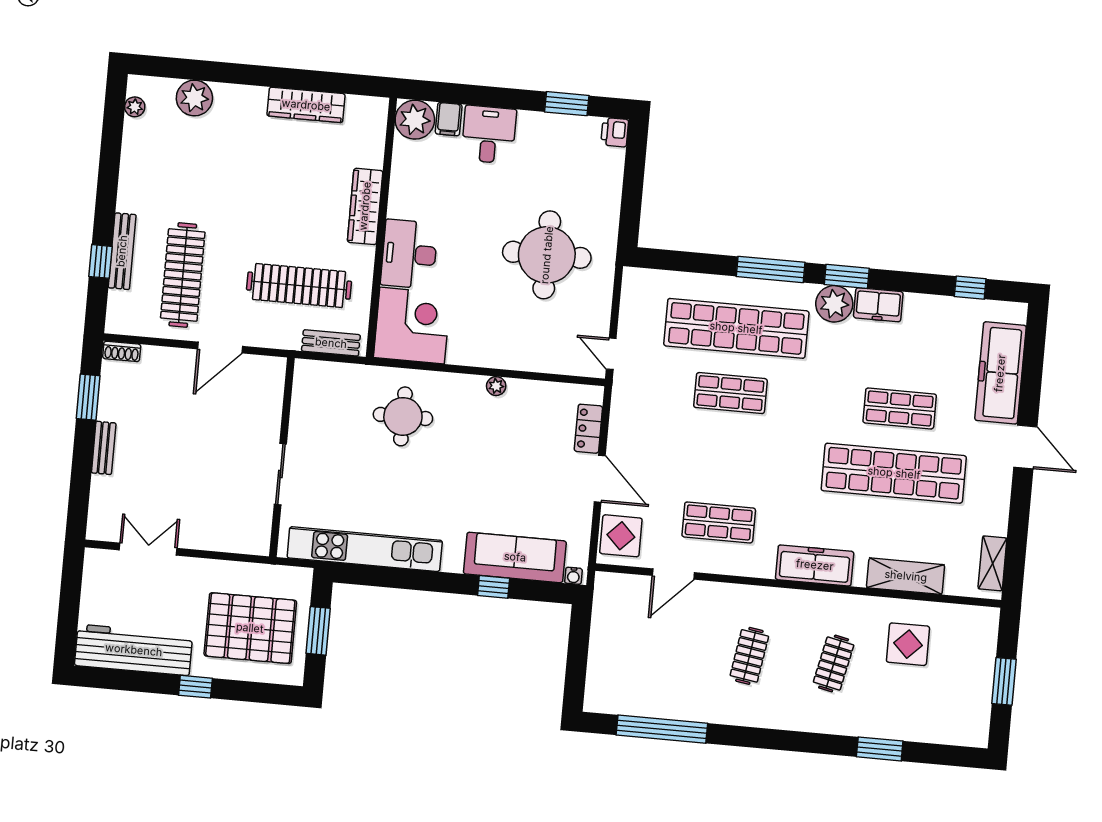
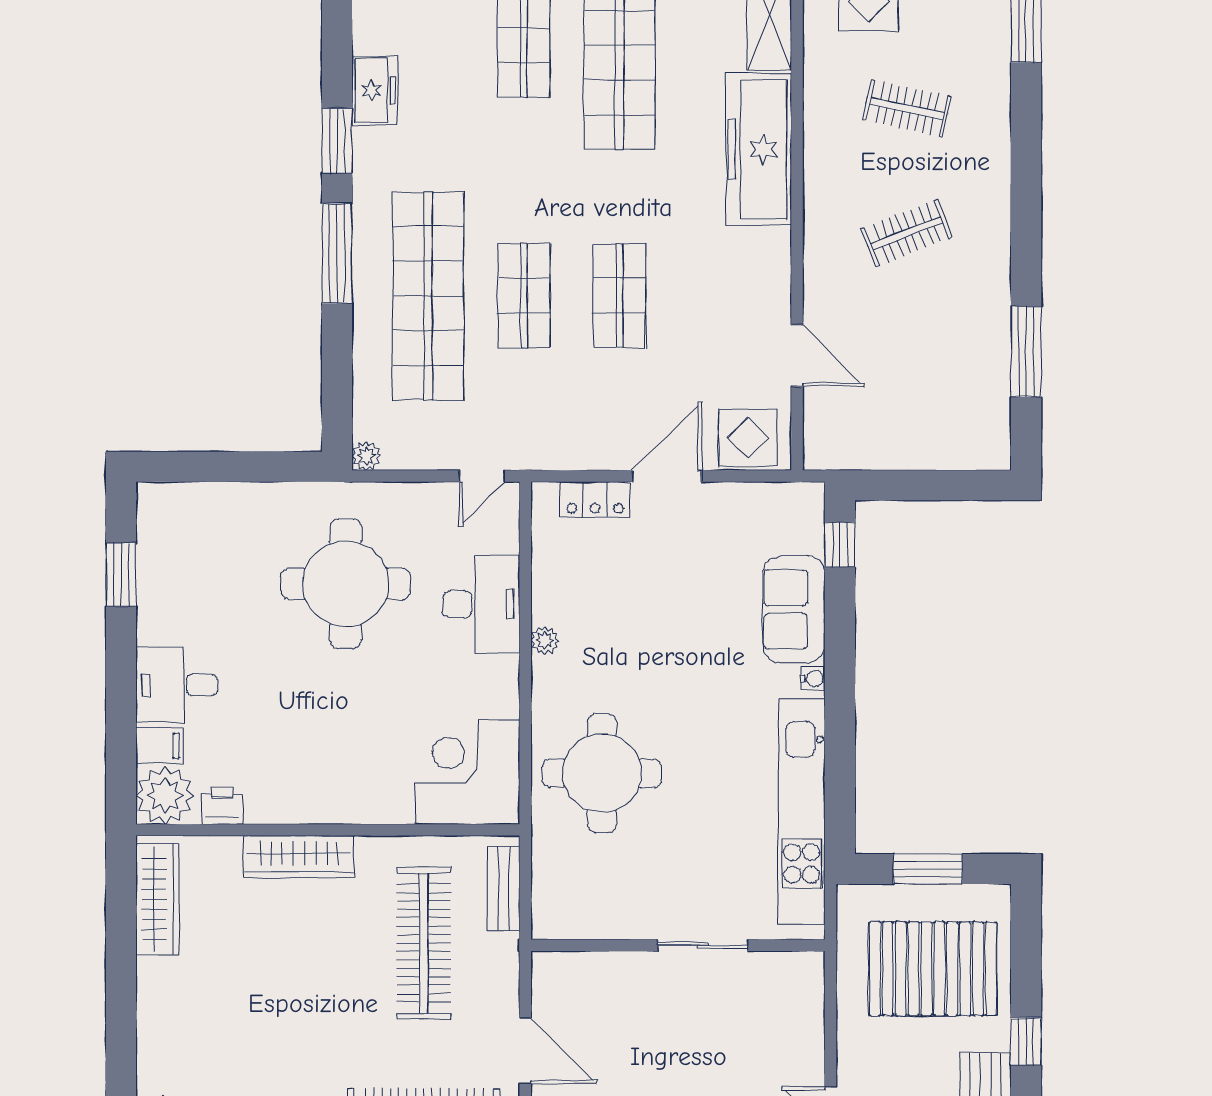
wardrobe: (306, 105) -> (158, 899), moved
printer: (615, 132) -> (222, 806), moved, turned 180
desk: (409, 254) -> (481, 604), moved, turned -90
plant: (834, 304) -> (366, 456), moved, width x0.53, depth x0.53
round table: (403, 416) -> (602, 773), width x1.36, depth x1.36
shop shelf: (719, 522) -> (620, 296), moved
sofa: (515, 557) -> (794, 610), width x0.73
freezer: (815, 565) -> (759, 149), width x1.36, depth x1.26
water cooler: (573, 576) -> (813, 678), moved
window: (494, 587) -> (840, 545), moved
pallet: (250, 628) -> (933, 969), turned 90
clothes rail: (749, 656) -> (907, 233), turned -30
window: (662, 729) -> (1026, 352), width x0.68

